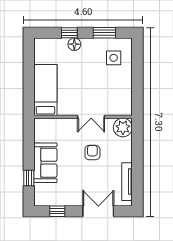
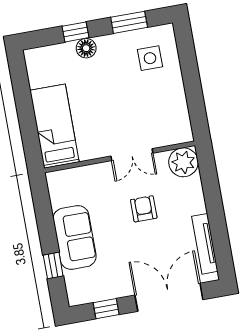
double door: (98, 211) -> (169, 297), width x1.37

